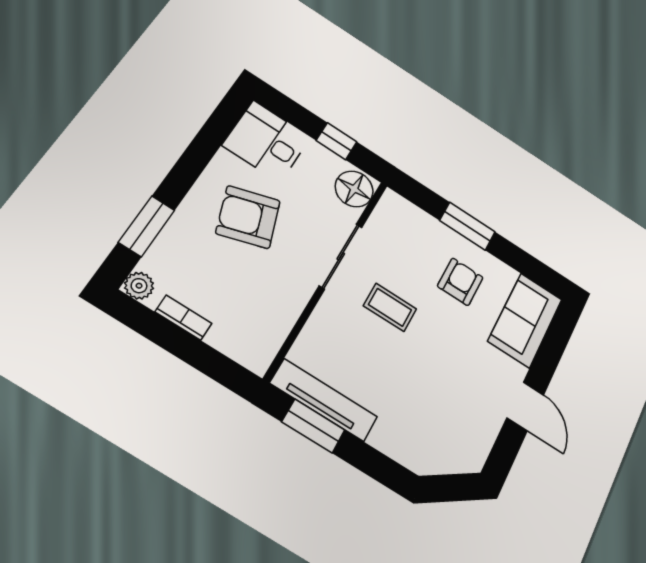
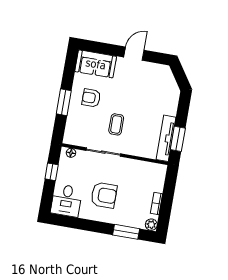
floor lamp: (354, 189) -> (71, 153), width x0.53, depth x0.53
armchair: (248, 217) -> (104, 195), turned -72

